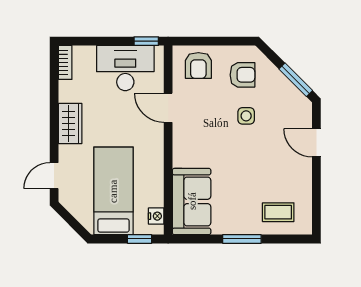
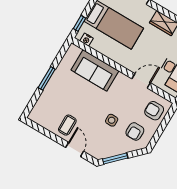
door: (316, 143) -> (75, 149), hinge flipped
sofa: (192, 201) -> (95, 71), moved
coffee table: (278, 212) -> (67, 125), moved

